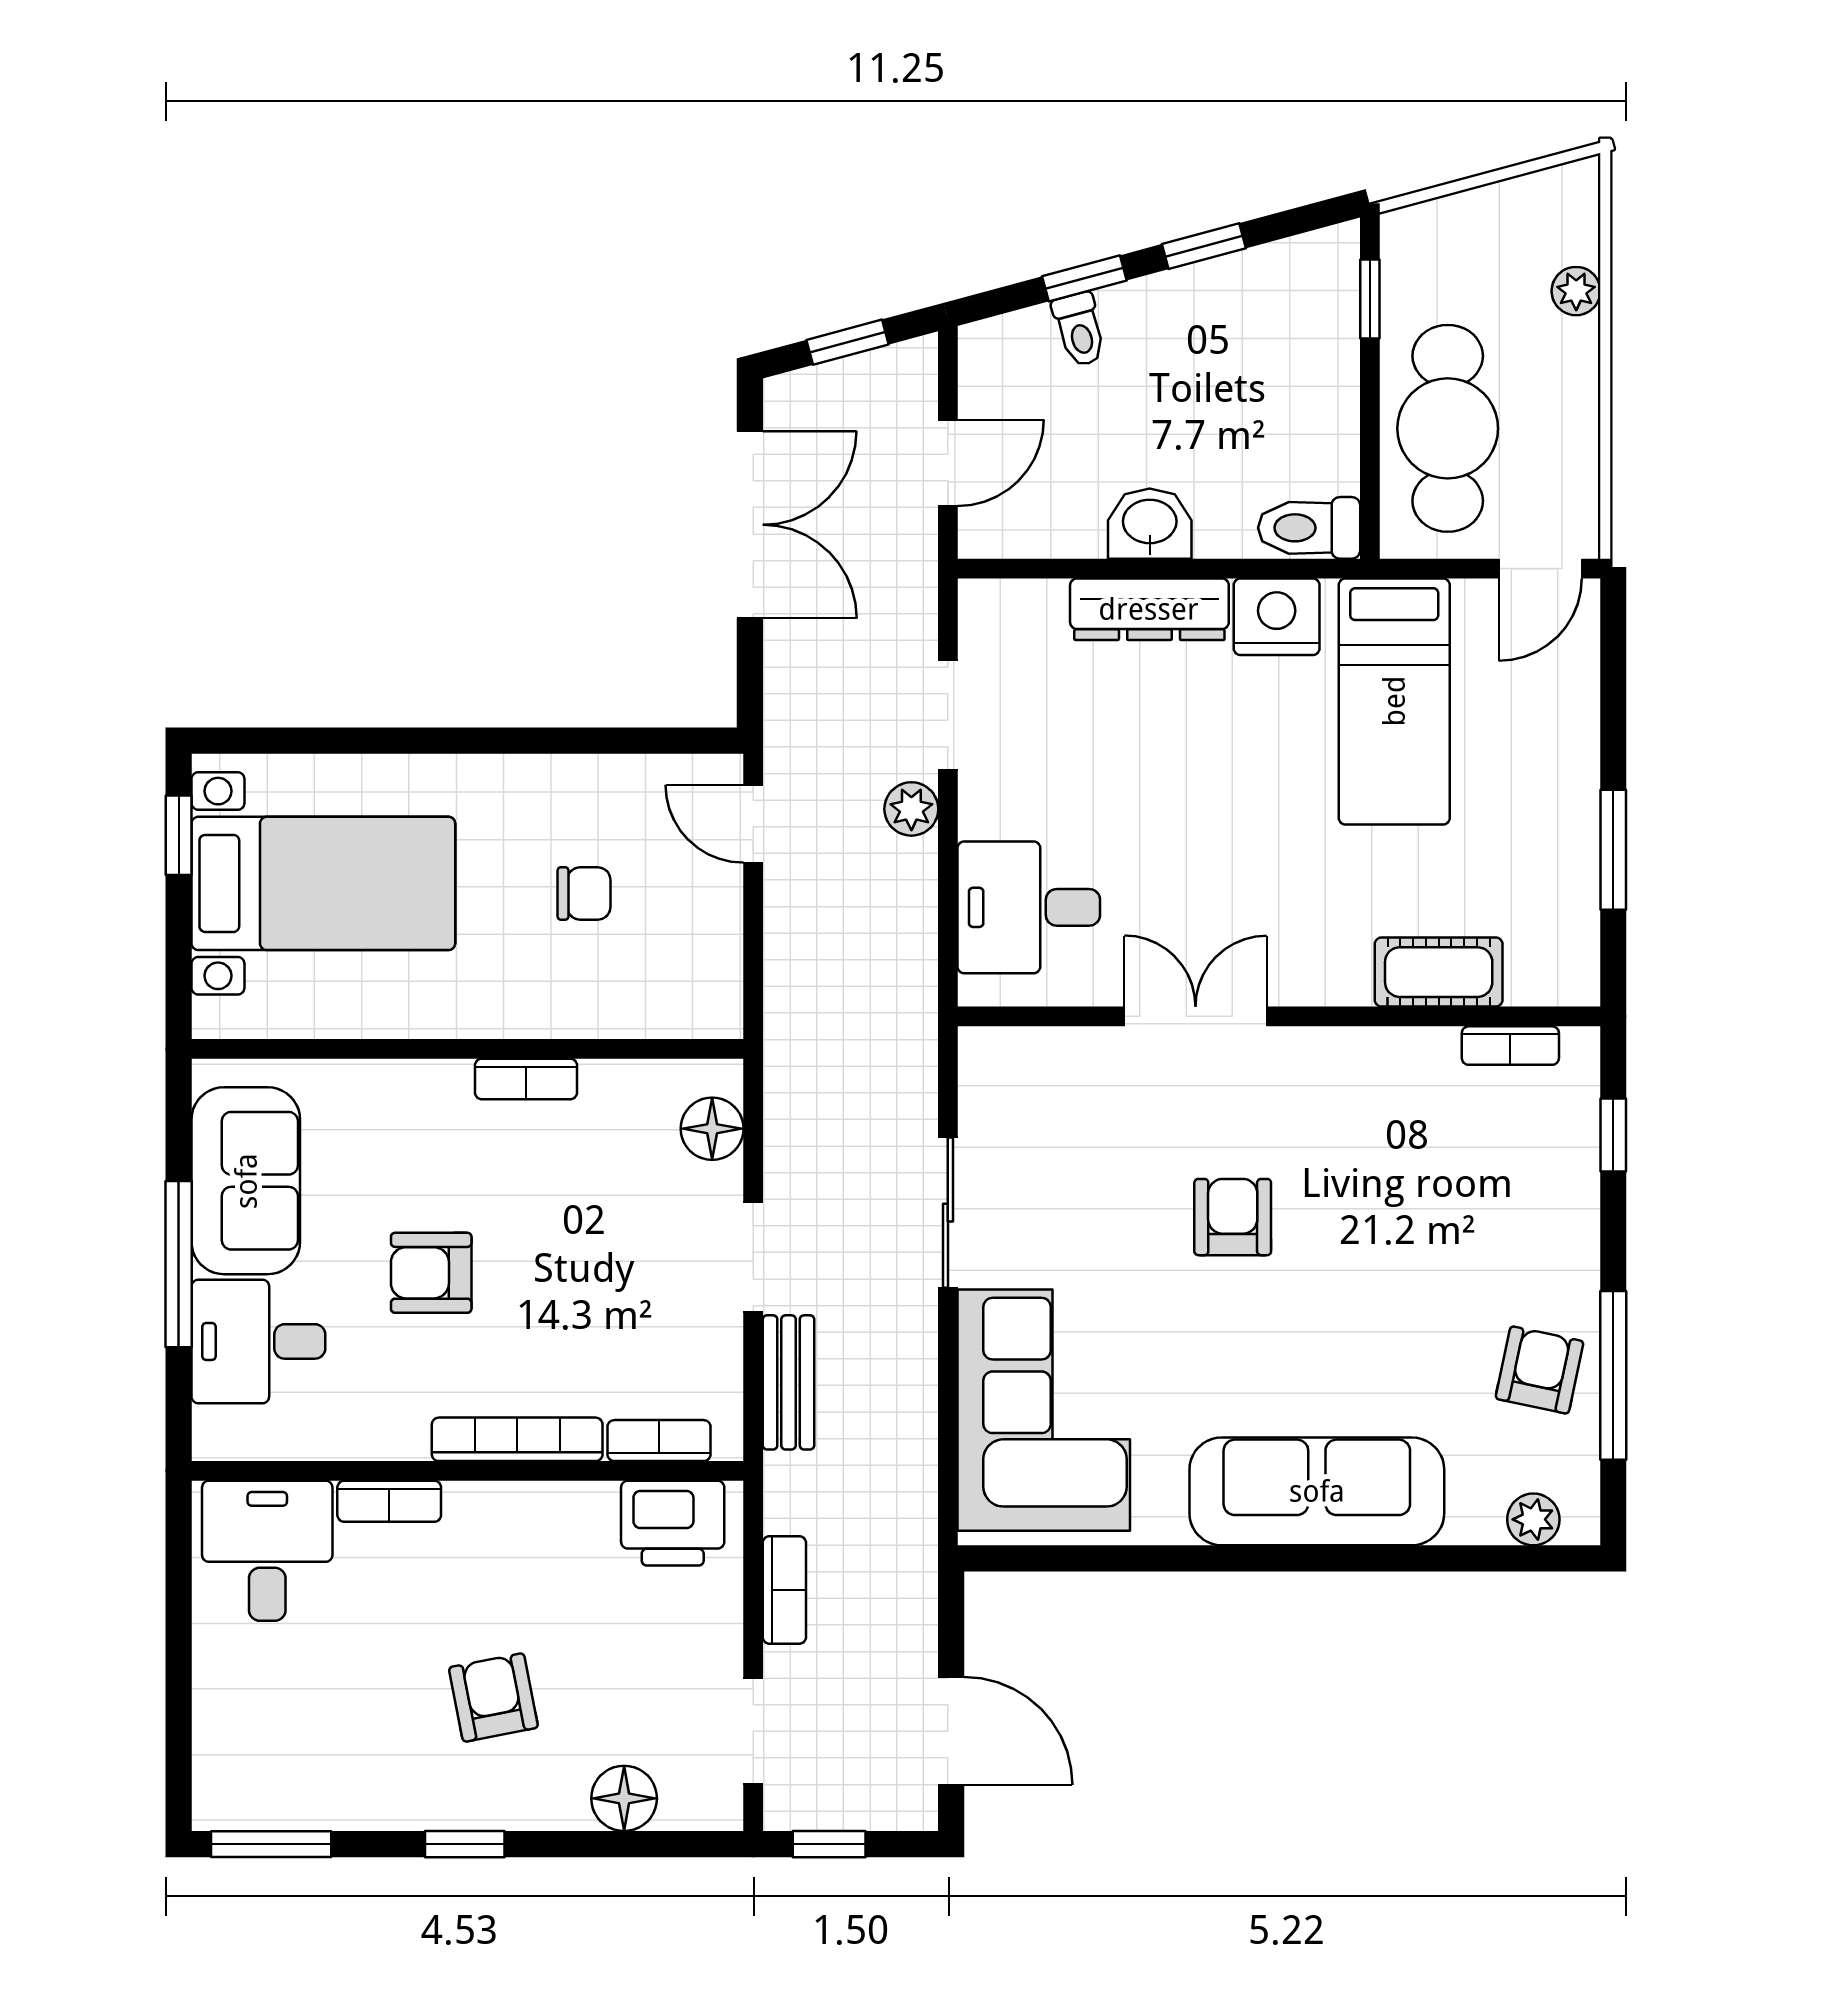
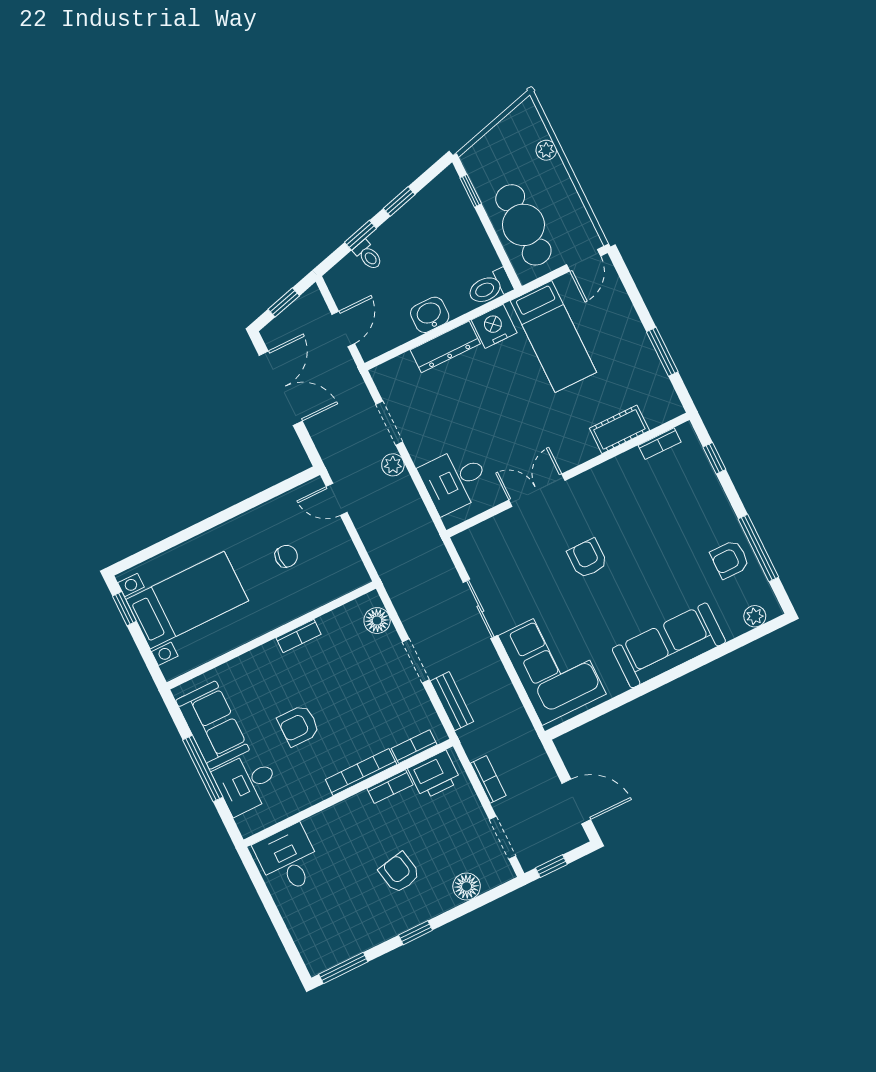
armchair: (1539, 1370) -> (730, 559), turned -102
bookcase: (389, 1501) -> (390, 787), moved

